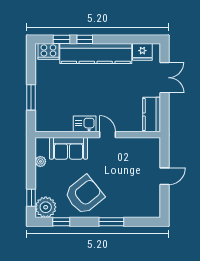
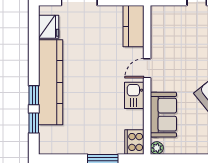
cooker: (48, 51) -> (134, 142), moved, turned 180
kitchen counter: (152, 114) -> (134, 26), moved, turned 90
plant: (40, 161) -> (157, 148), moved

